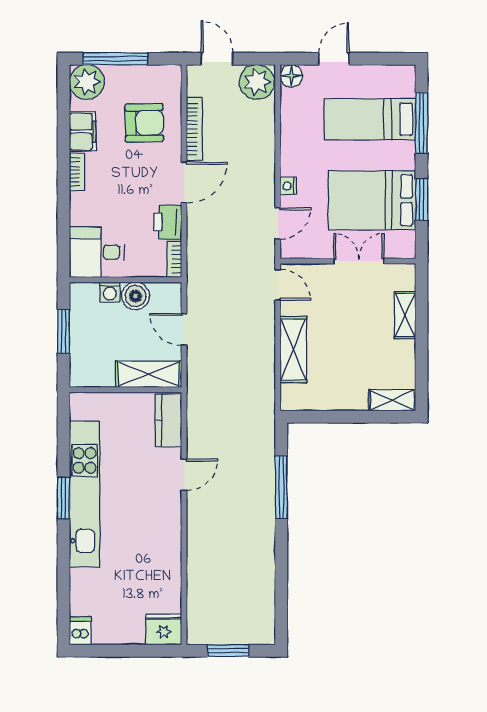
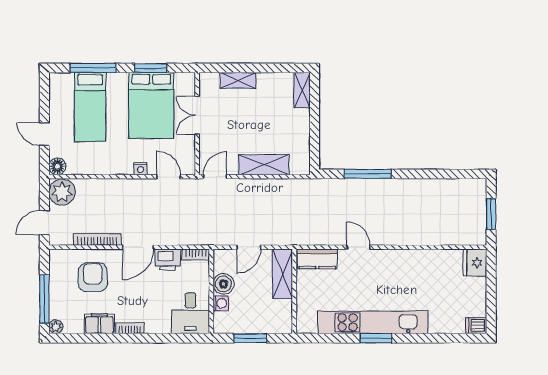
plant: (87, 82) -> (56, 327), width x0.53, depth x0.53
door: (184, 183) -> (138, 247), swing flipped

